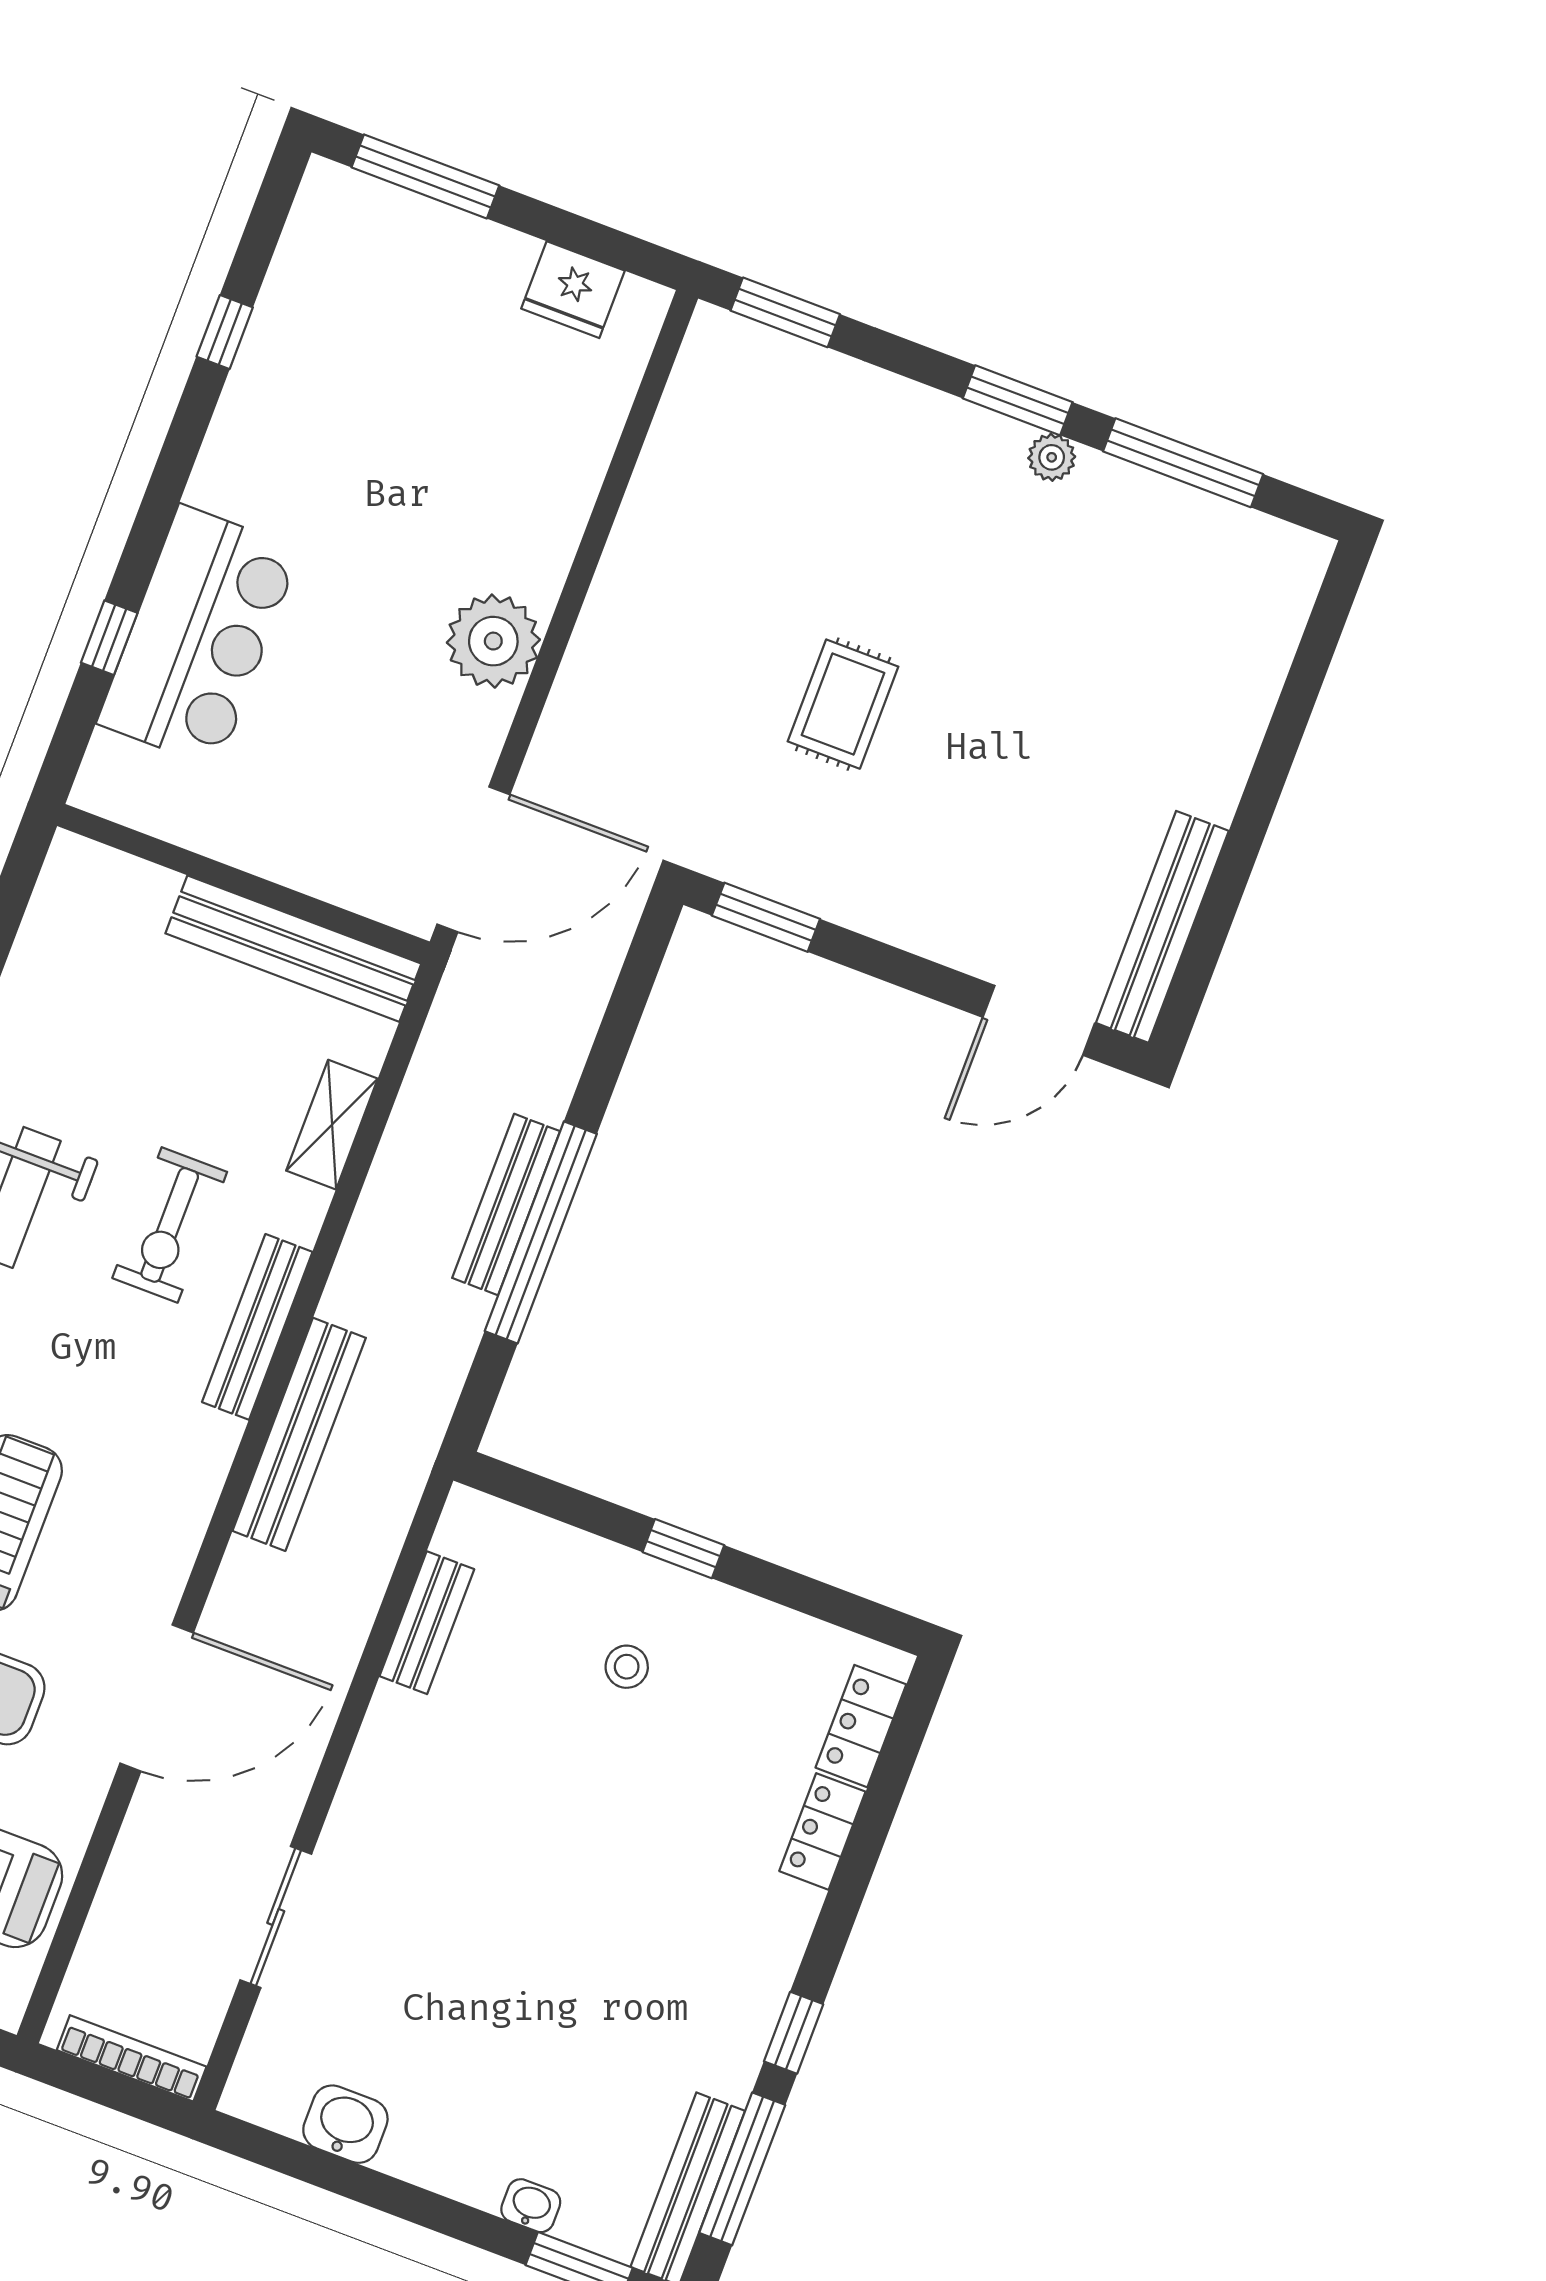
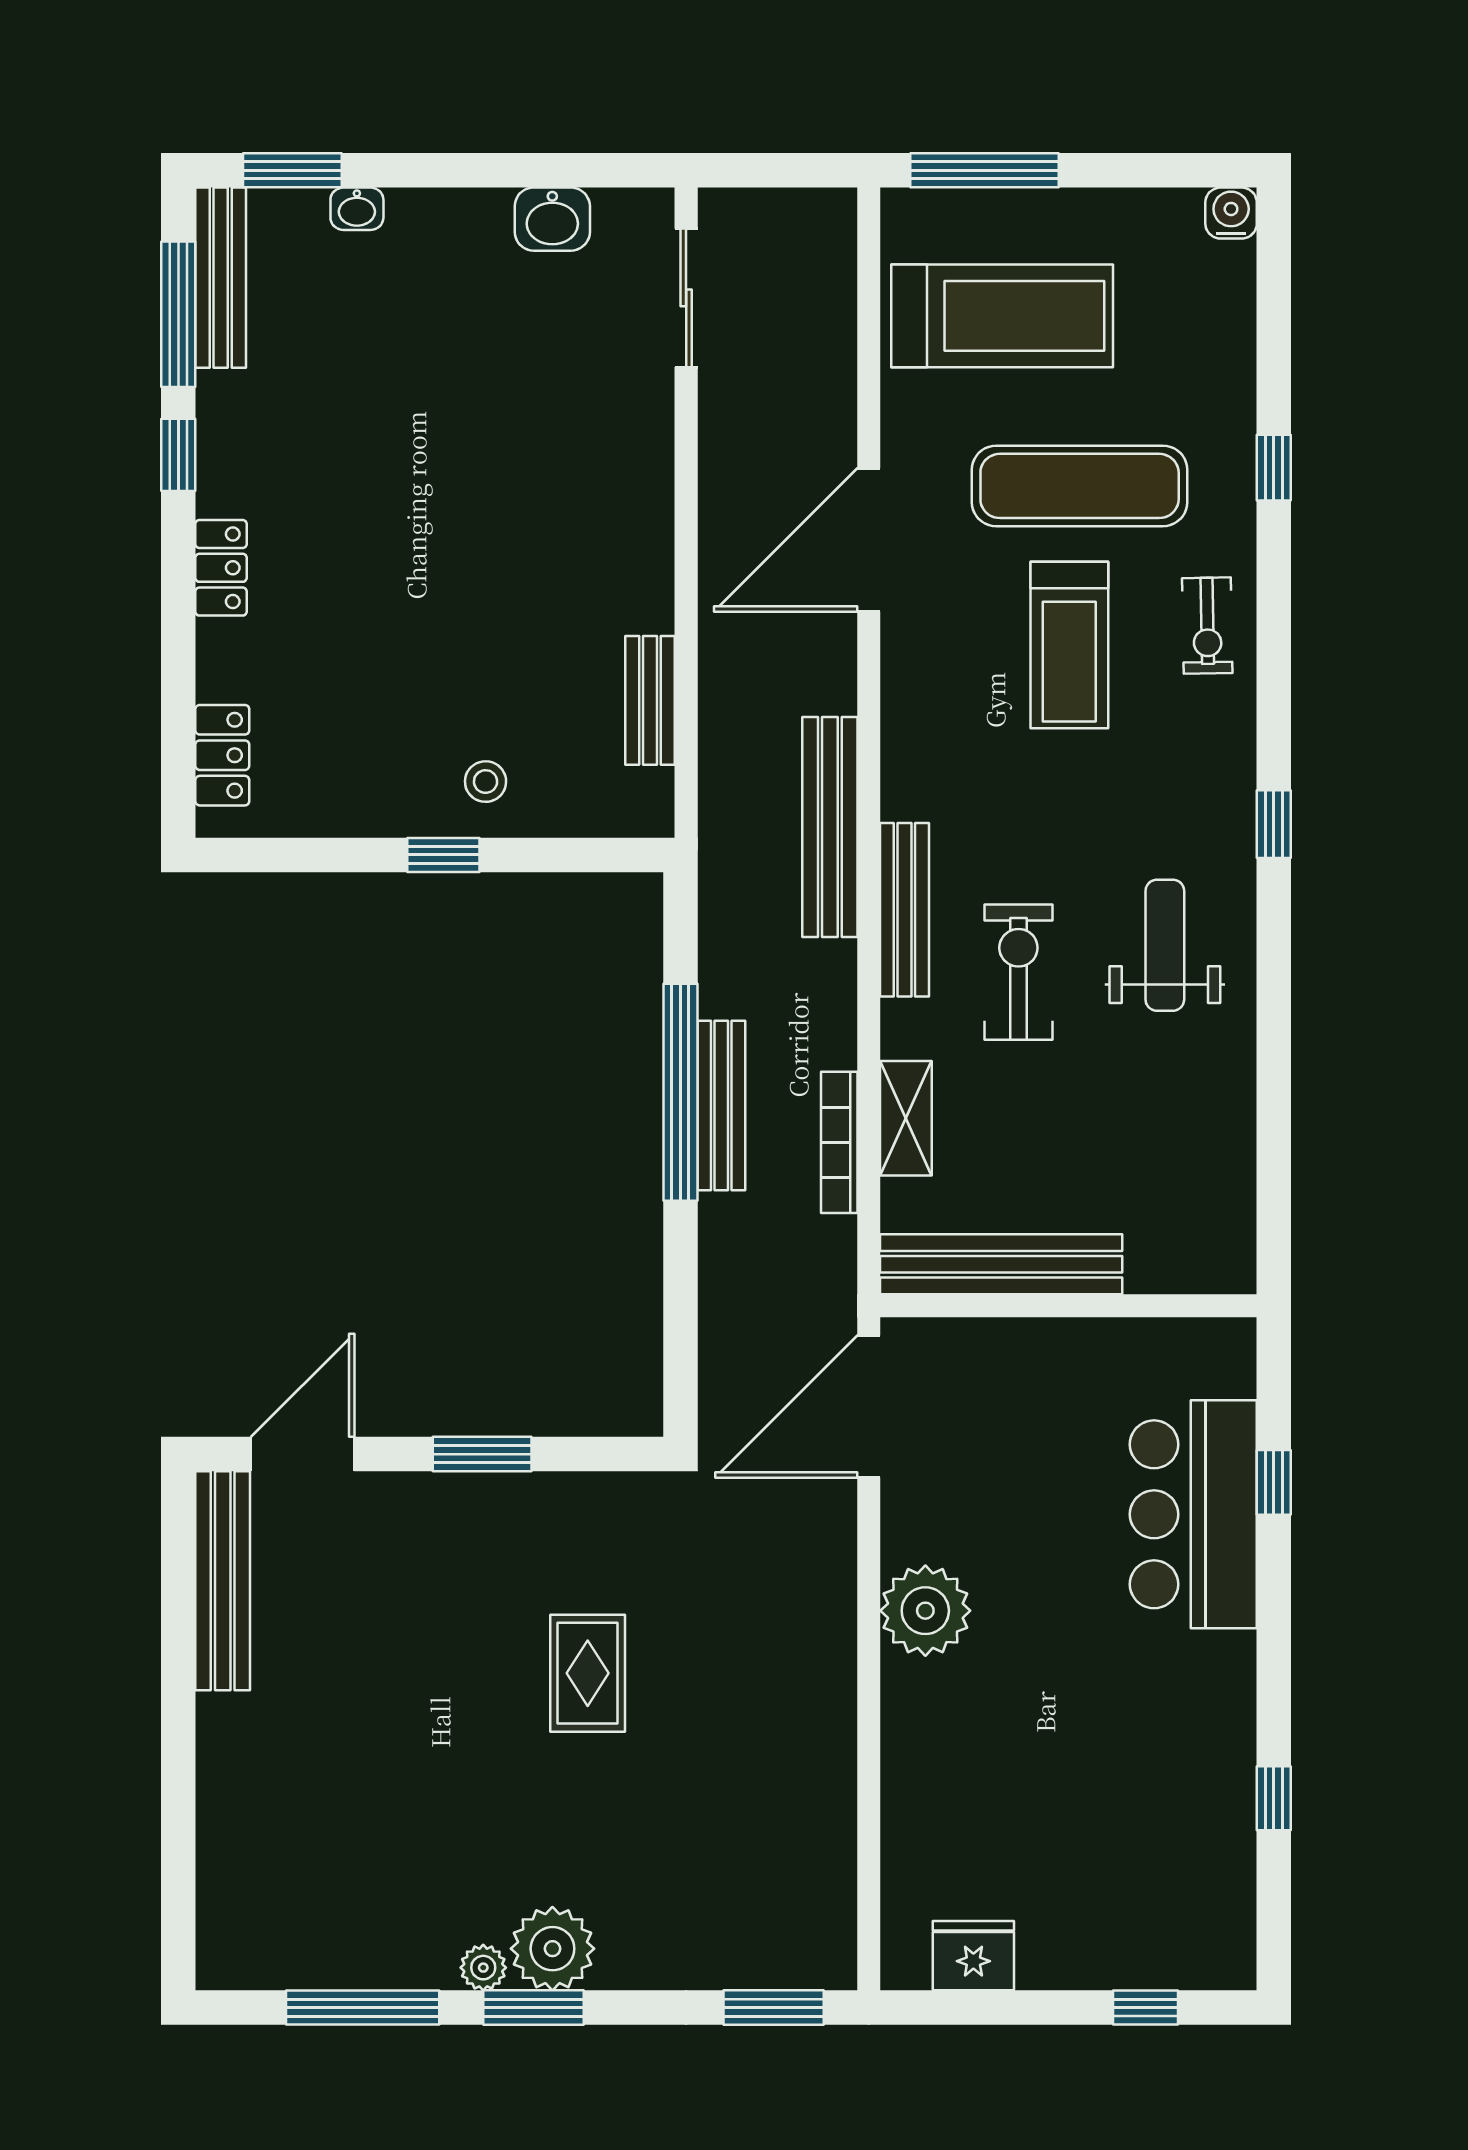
window: (425, 176) -> (1145, 2008), width x0.46
plant: (978, 450) -> (552, 1949), added
window: (766, 917) -> (482, 1454), moved
stool: (627, 1667) -> (486, 782), moved
locker: (822, 1831) -> (221, 568), moved
sliding door: (276, 1917) -> (686, 298), moved
bookcase: (132, 2058) -> (839, 1142), moved, turned 90

